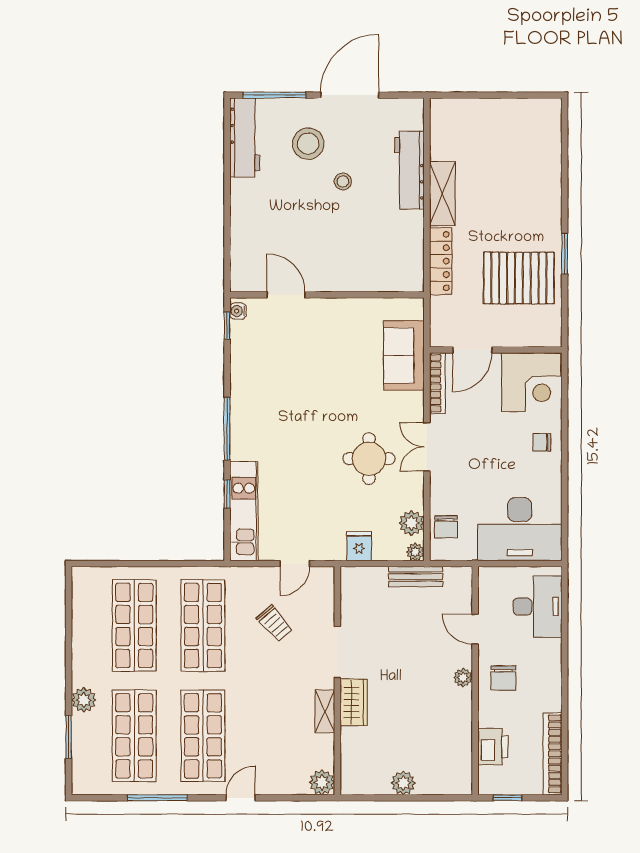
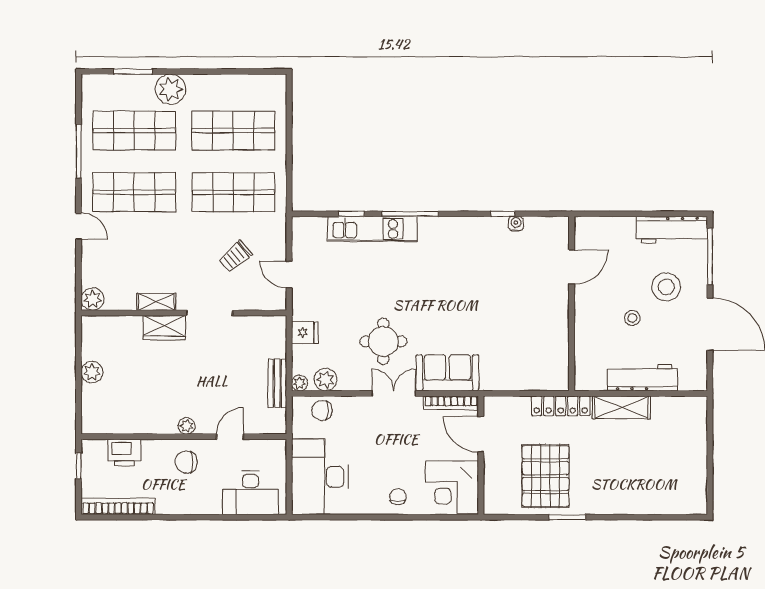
door: (286, 295) -> (572, 267), moved
wall: (327, 295) -> (572, 304), moved
sofa: (404, 355) -> (447, 373), moved
kitchen unit: (244, 511) -> (372, 229), moved
plant: (84, 700) -> (171, 89), width x1.36, depth x1.36

